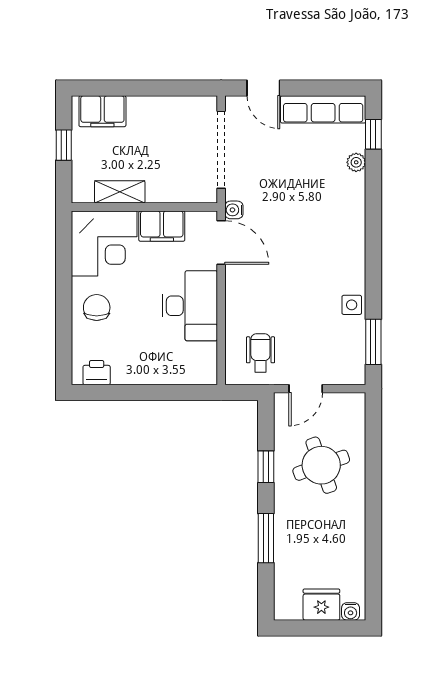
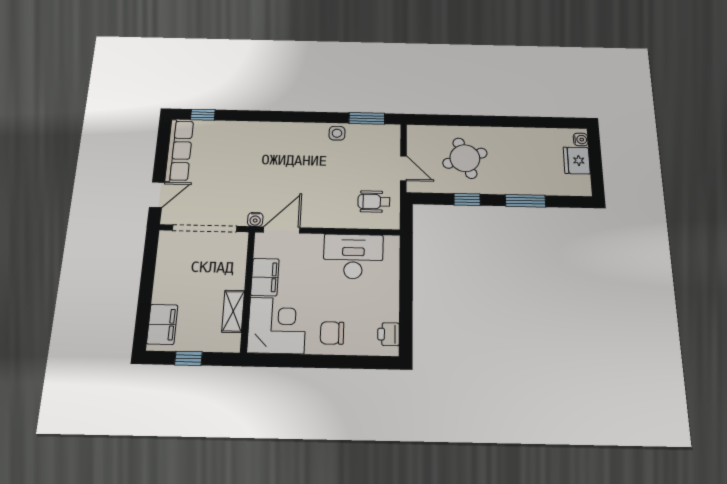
plant: (356, 162) -> (224, 127), removed
desk: (190, 306) -> (353, 256), moved

